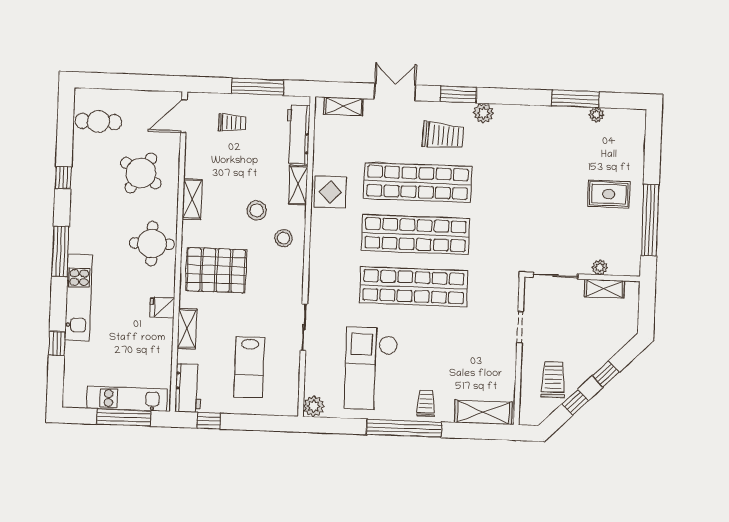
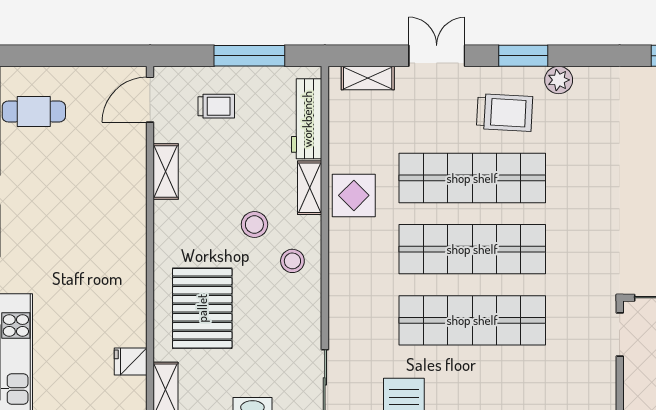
round table: (141, 173) -> (94, 180), removed
shelving: (192, 199) -> (166, 171), moved
round table: (152, 244) -> (113, 275), removed
pallet: (216, 270) -> (202, 308), turned 90
doorway: (520, 327) -> (620, 334), moved

